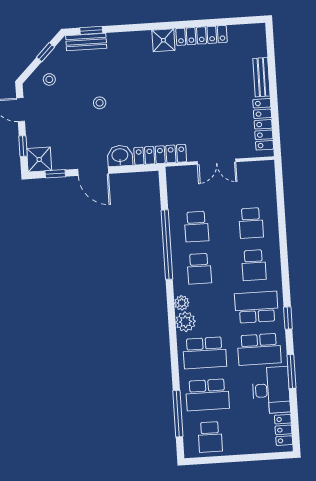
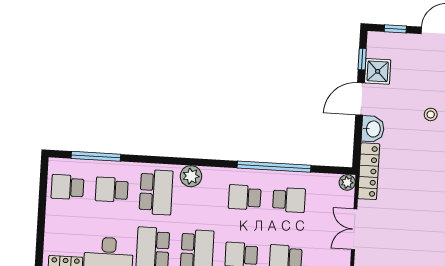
shower: (39, 160) -> (378, 71), moved
school desk: (196, 227) -> (289, 200), turned 180
plant: (182, 303) -> (347, 182), moved
school desk: (205, 353) -> (156, 192), turned 180
school desk: (207, 395) -> (112, 190), width x0.54

